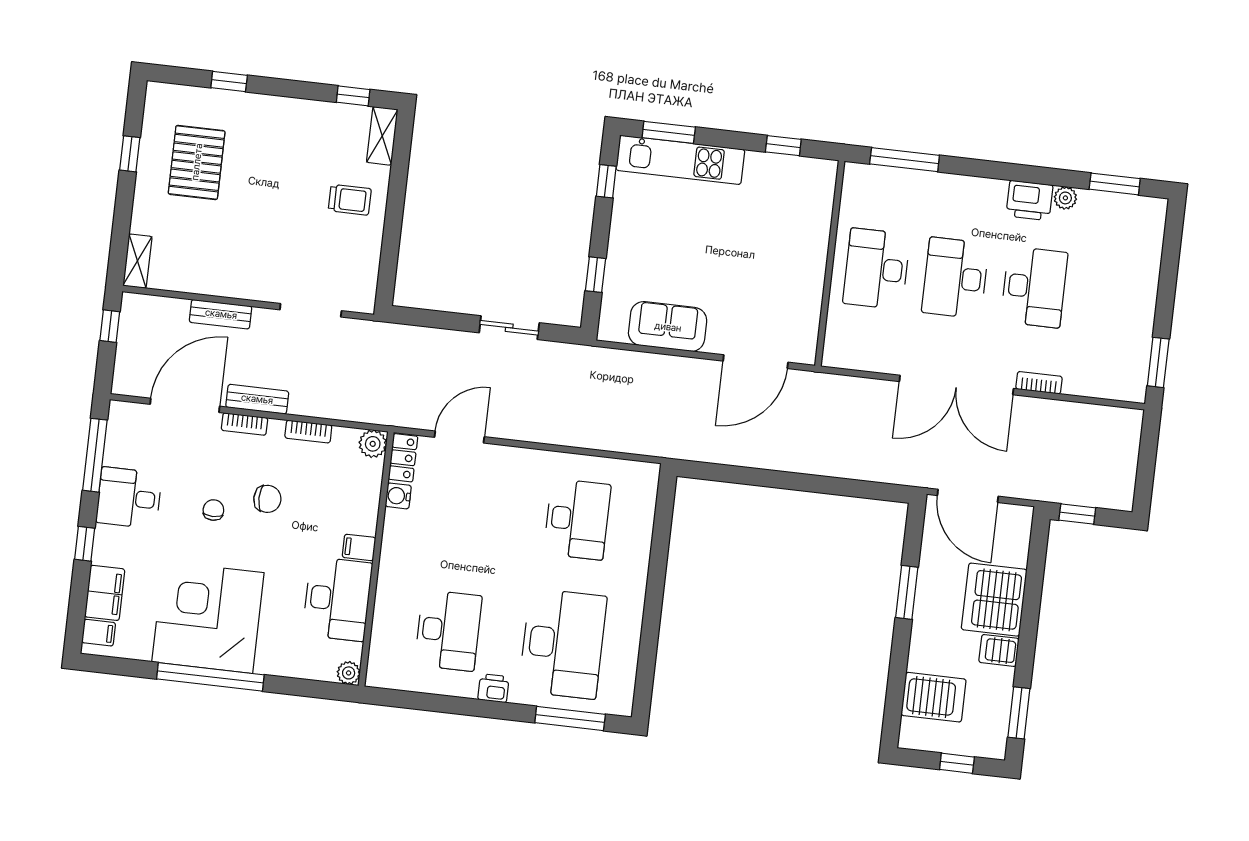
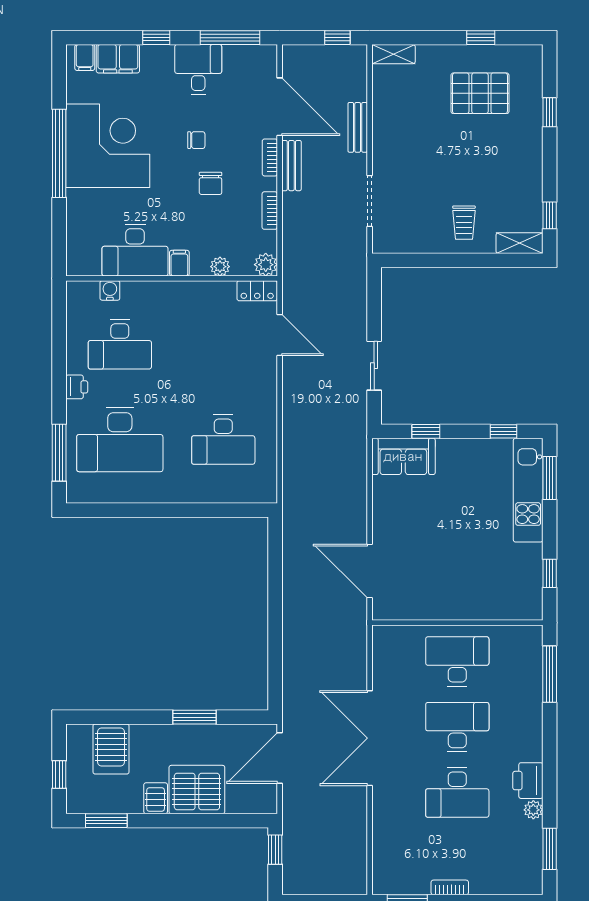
sofa: (668, 327) -> (403, 456), moved, turned 90
bookcase: (1039, 383) -> (450, 887), moved, turned -90
water cooler: (398, 496) -> (110, 290), moved
plant: (349, 673) -> (220, 267), moved

